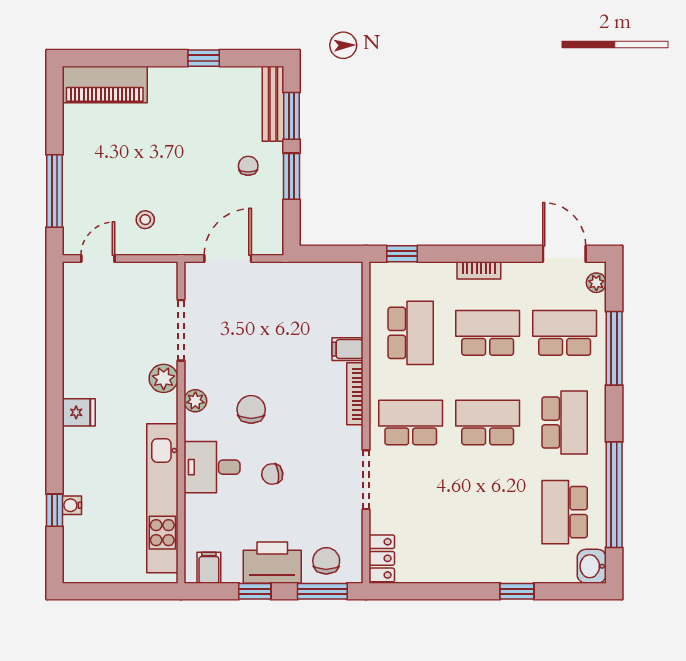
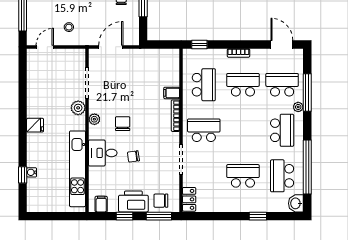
plant: (596, 283) -> (298, 107), moved
school desk: (488, 423) -> (243, 176), moved
chair: (326, 561) -> (161, 201), turned -90

